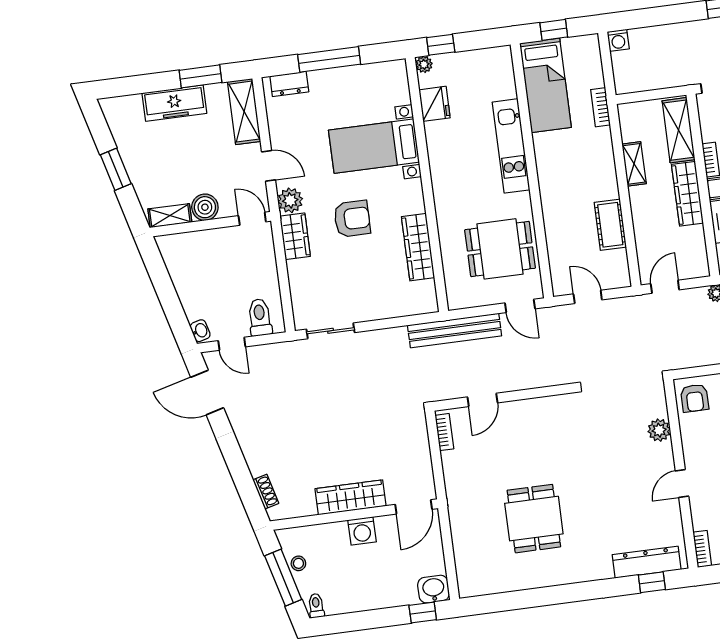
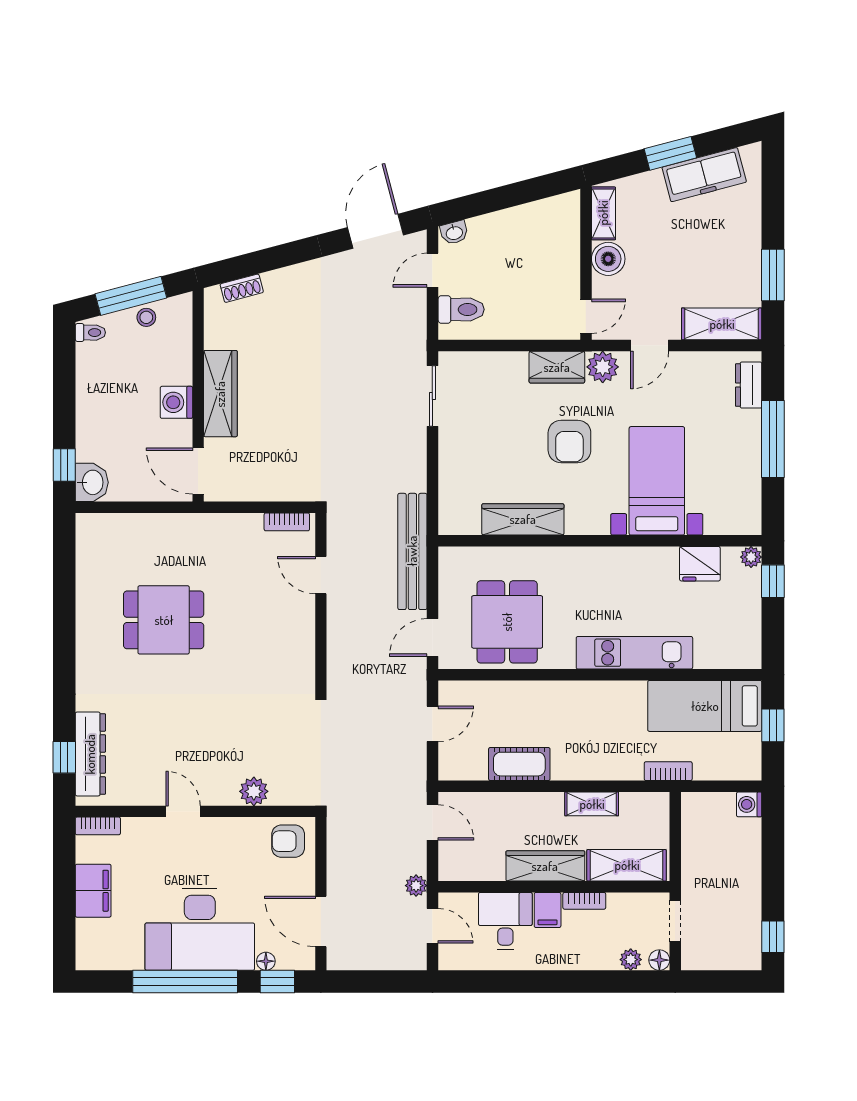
freezer: (174, 103) -> (704, 175), moved, turned -105

